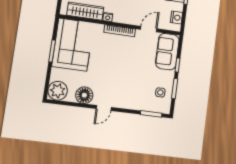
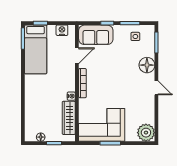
door: (149, 29) -> (77, 56), swing flipped
floor lamp: (84, 95) -> (147, 65), moved

